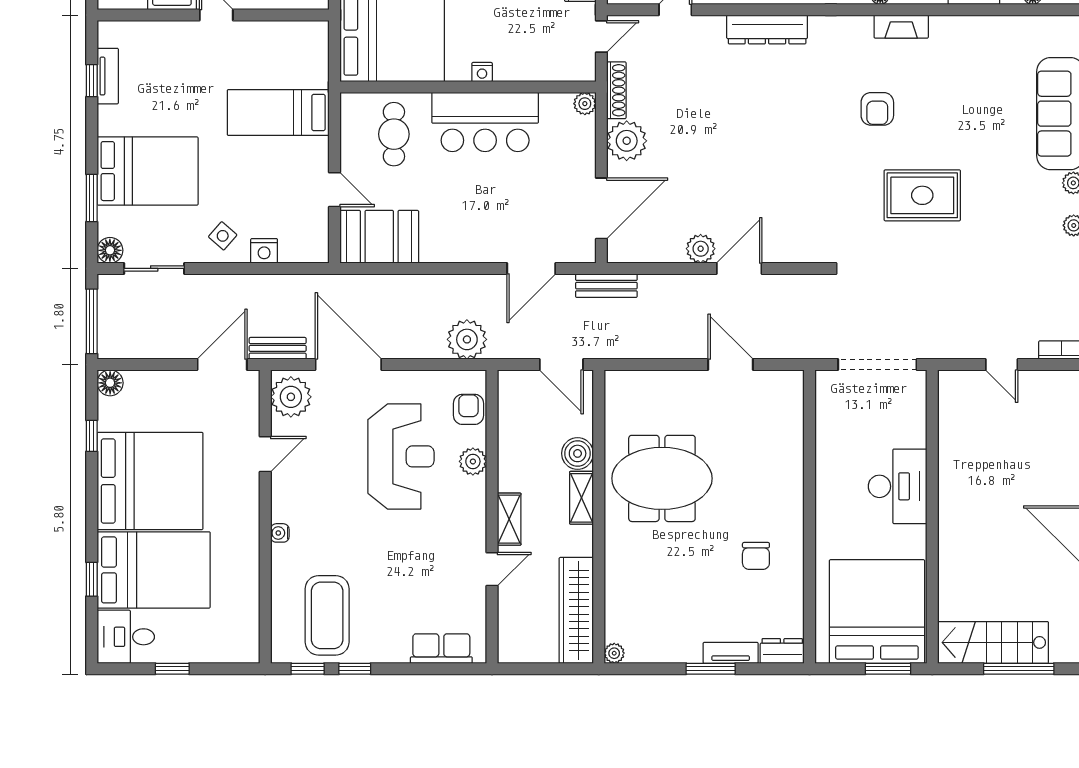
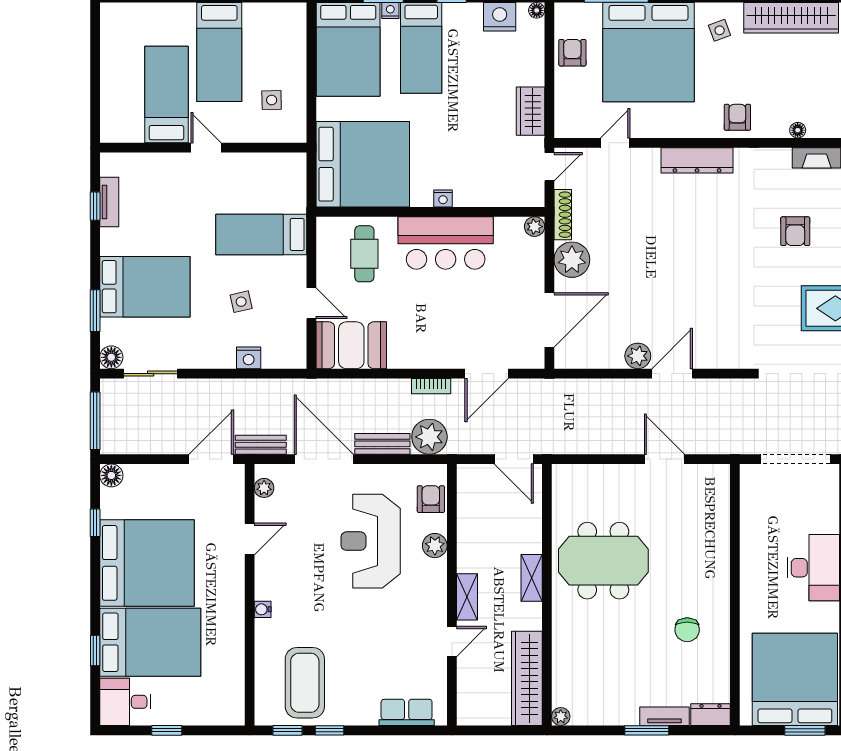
side table: (223, 236) -> (241, 302), moved, turned 36
bookcase: (469, 283) -> (431, 386), added
bench: (606, 286) -> (382, 444), moved
plant: (291, 397) -> (264, 488), width x0.53, depth x0.53
boiler: (578, 453) -> (528, 538), removed
reception desk: (401, 456) -> (371, 541), turned 180

